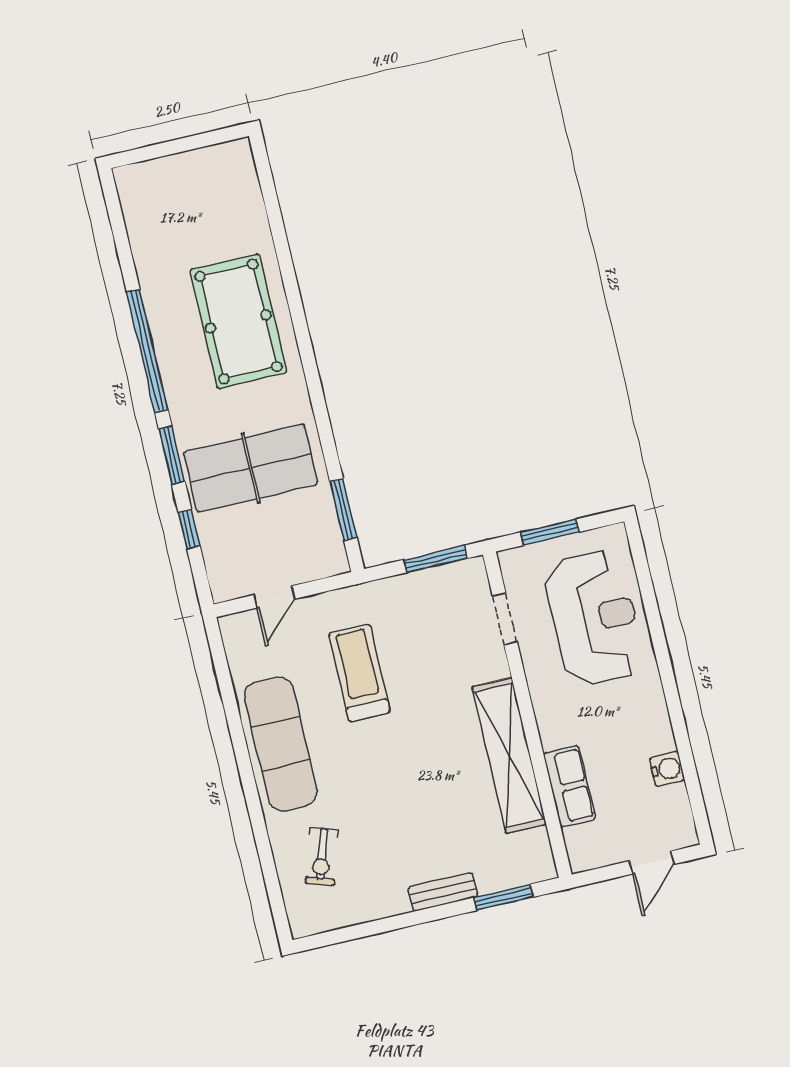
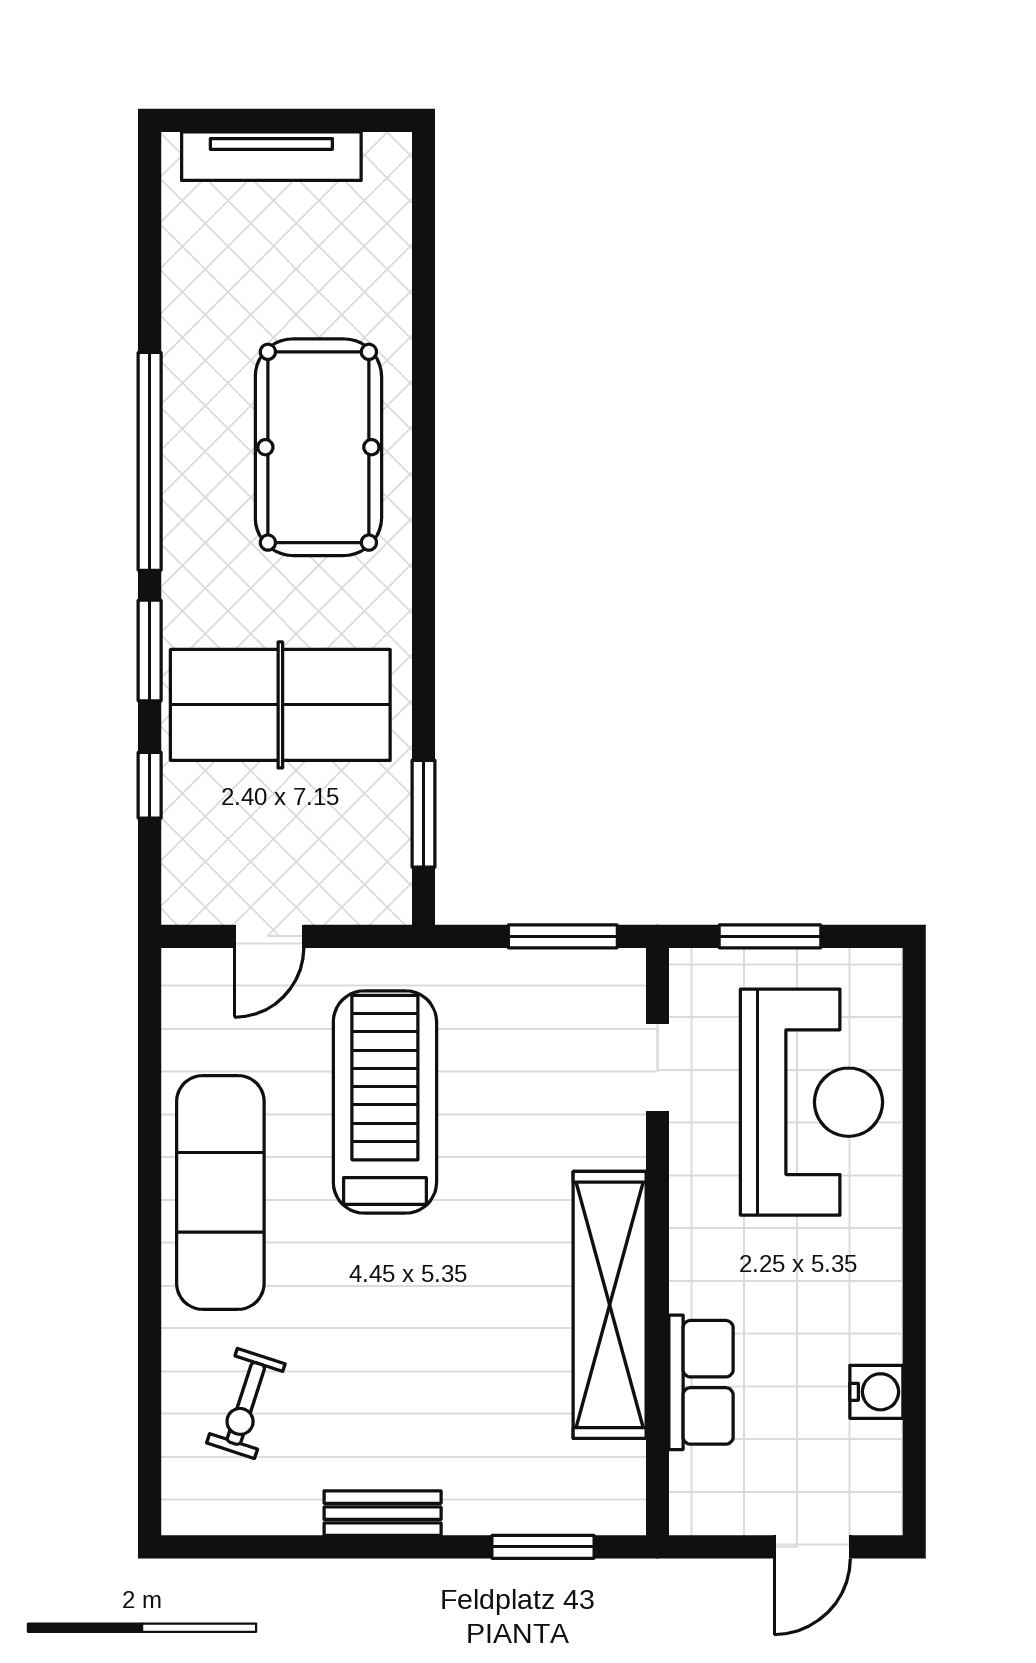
tv unit: (175, 167) -> (271, 156), added
treadmill: (359, 673) -> (385, 1102), width x1.37, depth x1.38
bench: (443, 892) -> (383, 1513), moved

